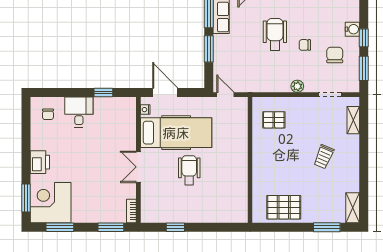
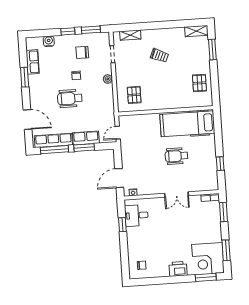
water cooler: (352, 29) -> (49, 41), moved
row of seats: (221, 52) -> (86, 138), added
desk: (79, 112) -> (136, 215), moved
hospital bed: (176, 133) -> (187, 124), moved, turned -90
pallet: (284, 207) -> (199, 83), width x0.67, depth x0.71

